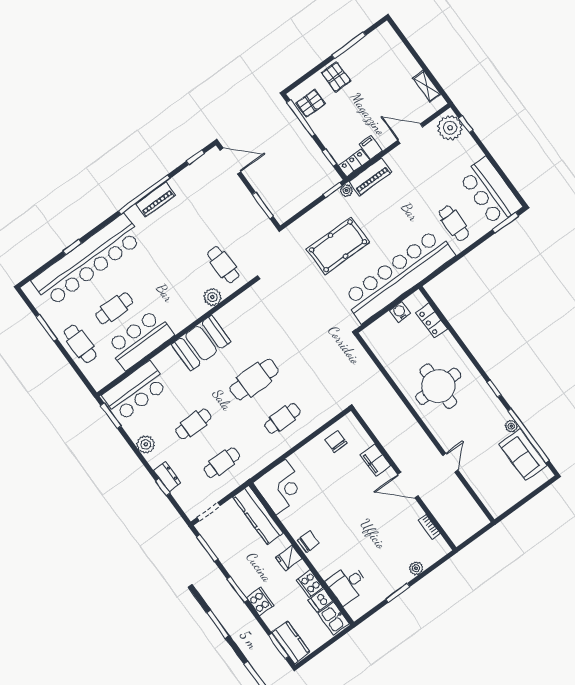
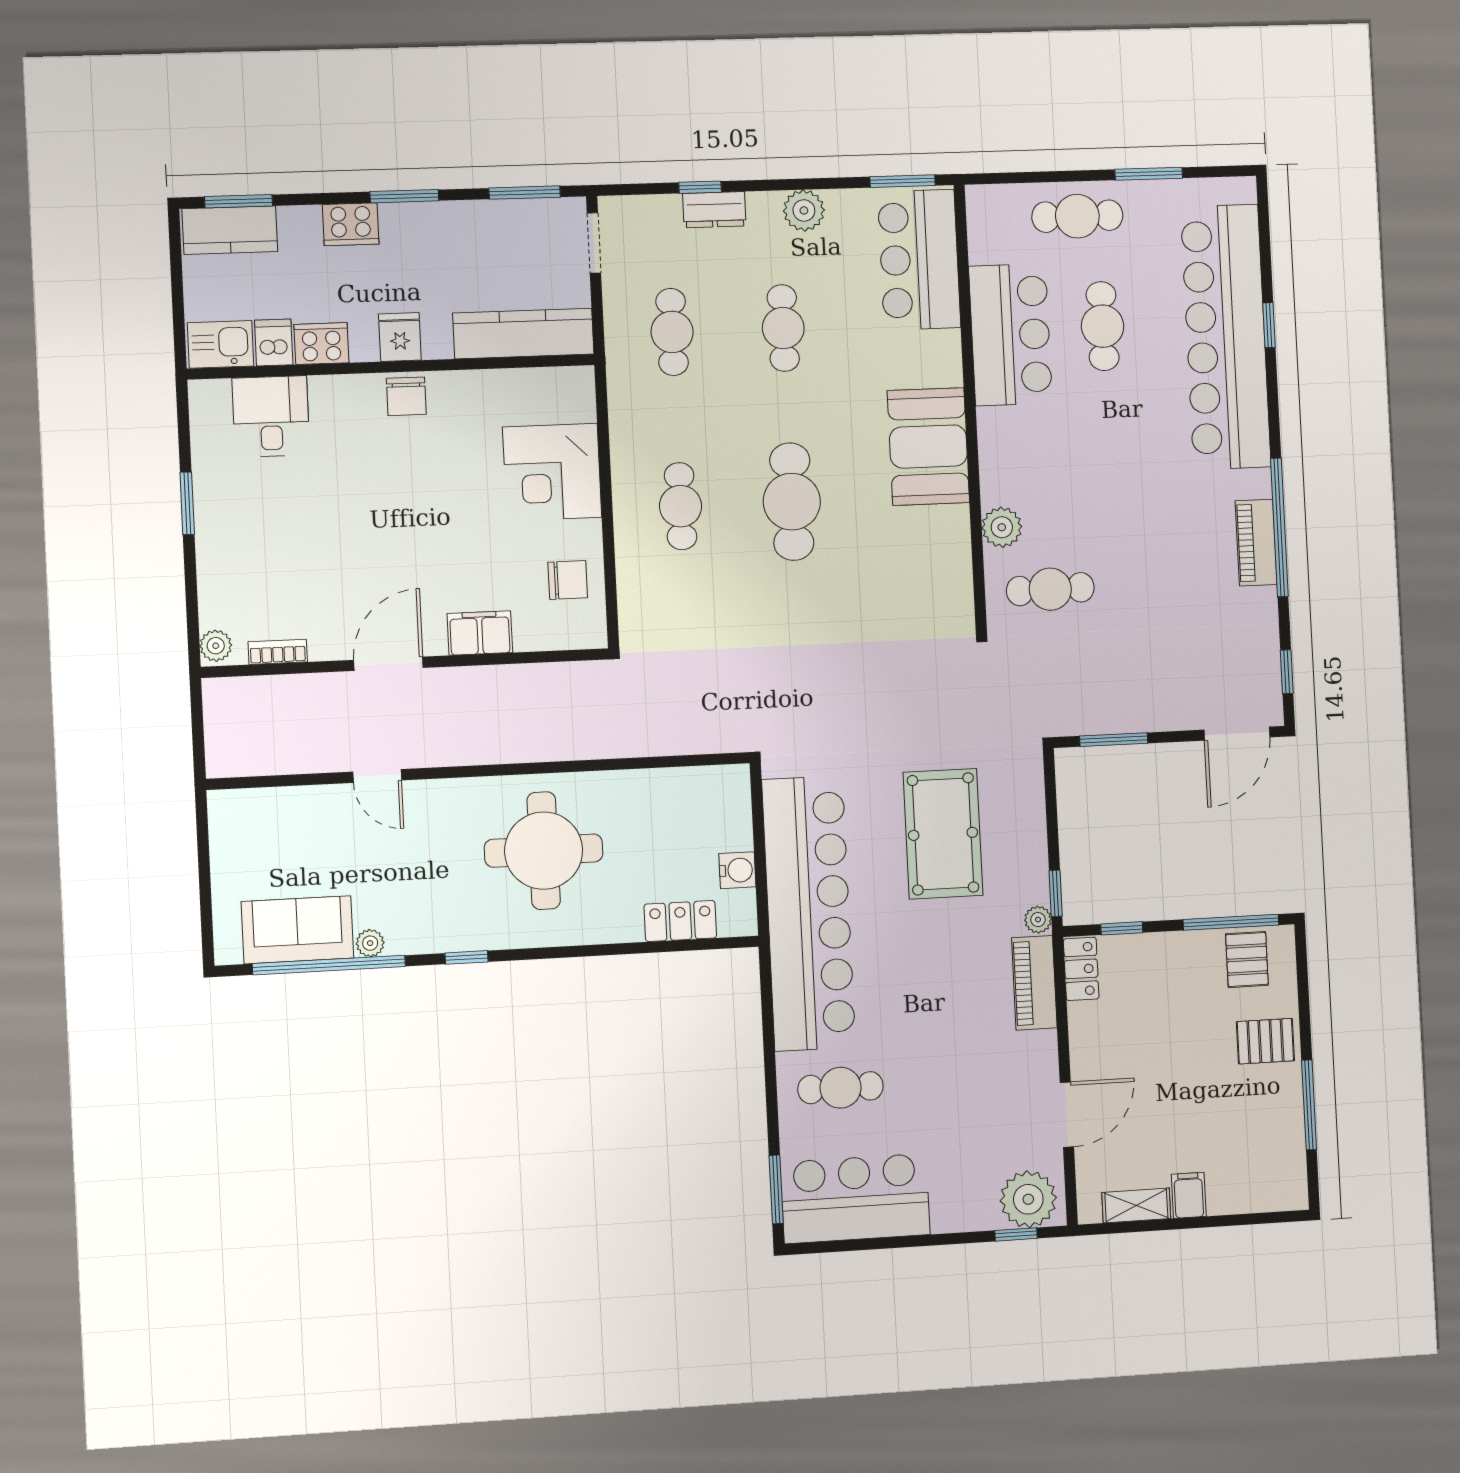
filing cabinet: (371, 147) -> (1189, 1195), moved, turned -90
corner desk: (281, 487) -> (552, 472), moved
plant: (416, 568) -> (216, 646), moved

